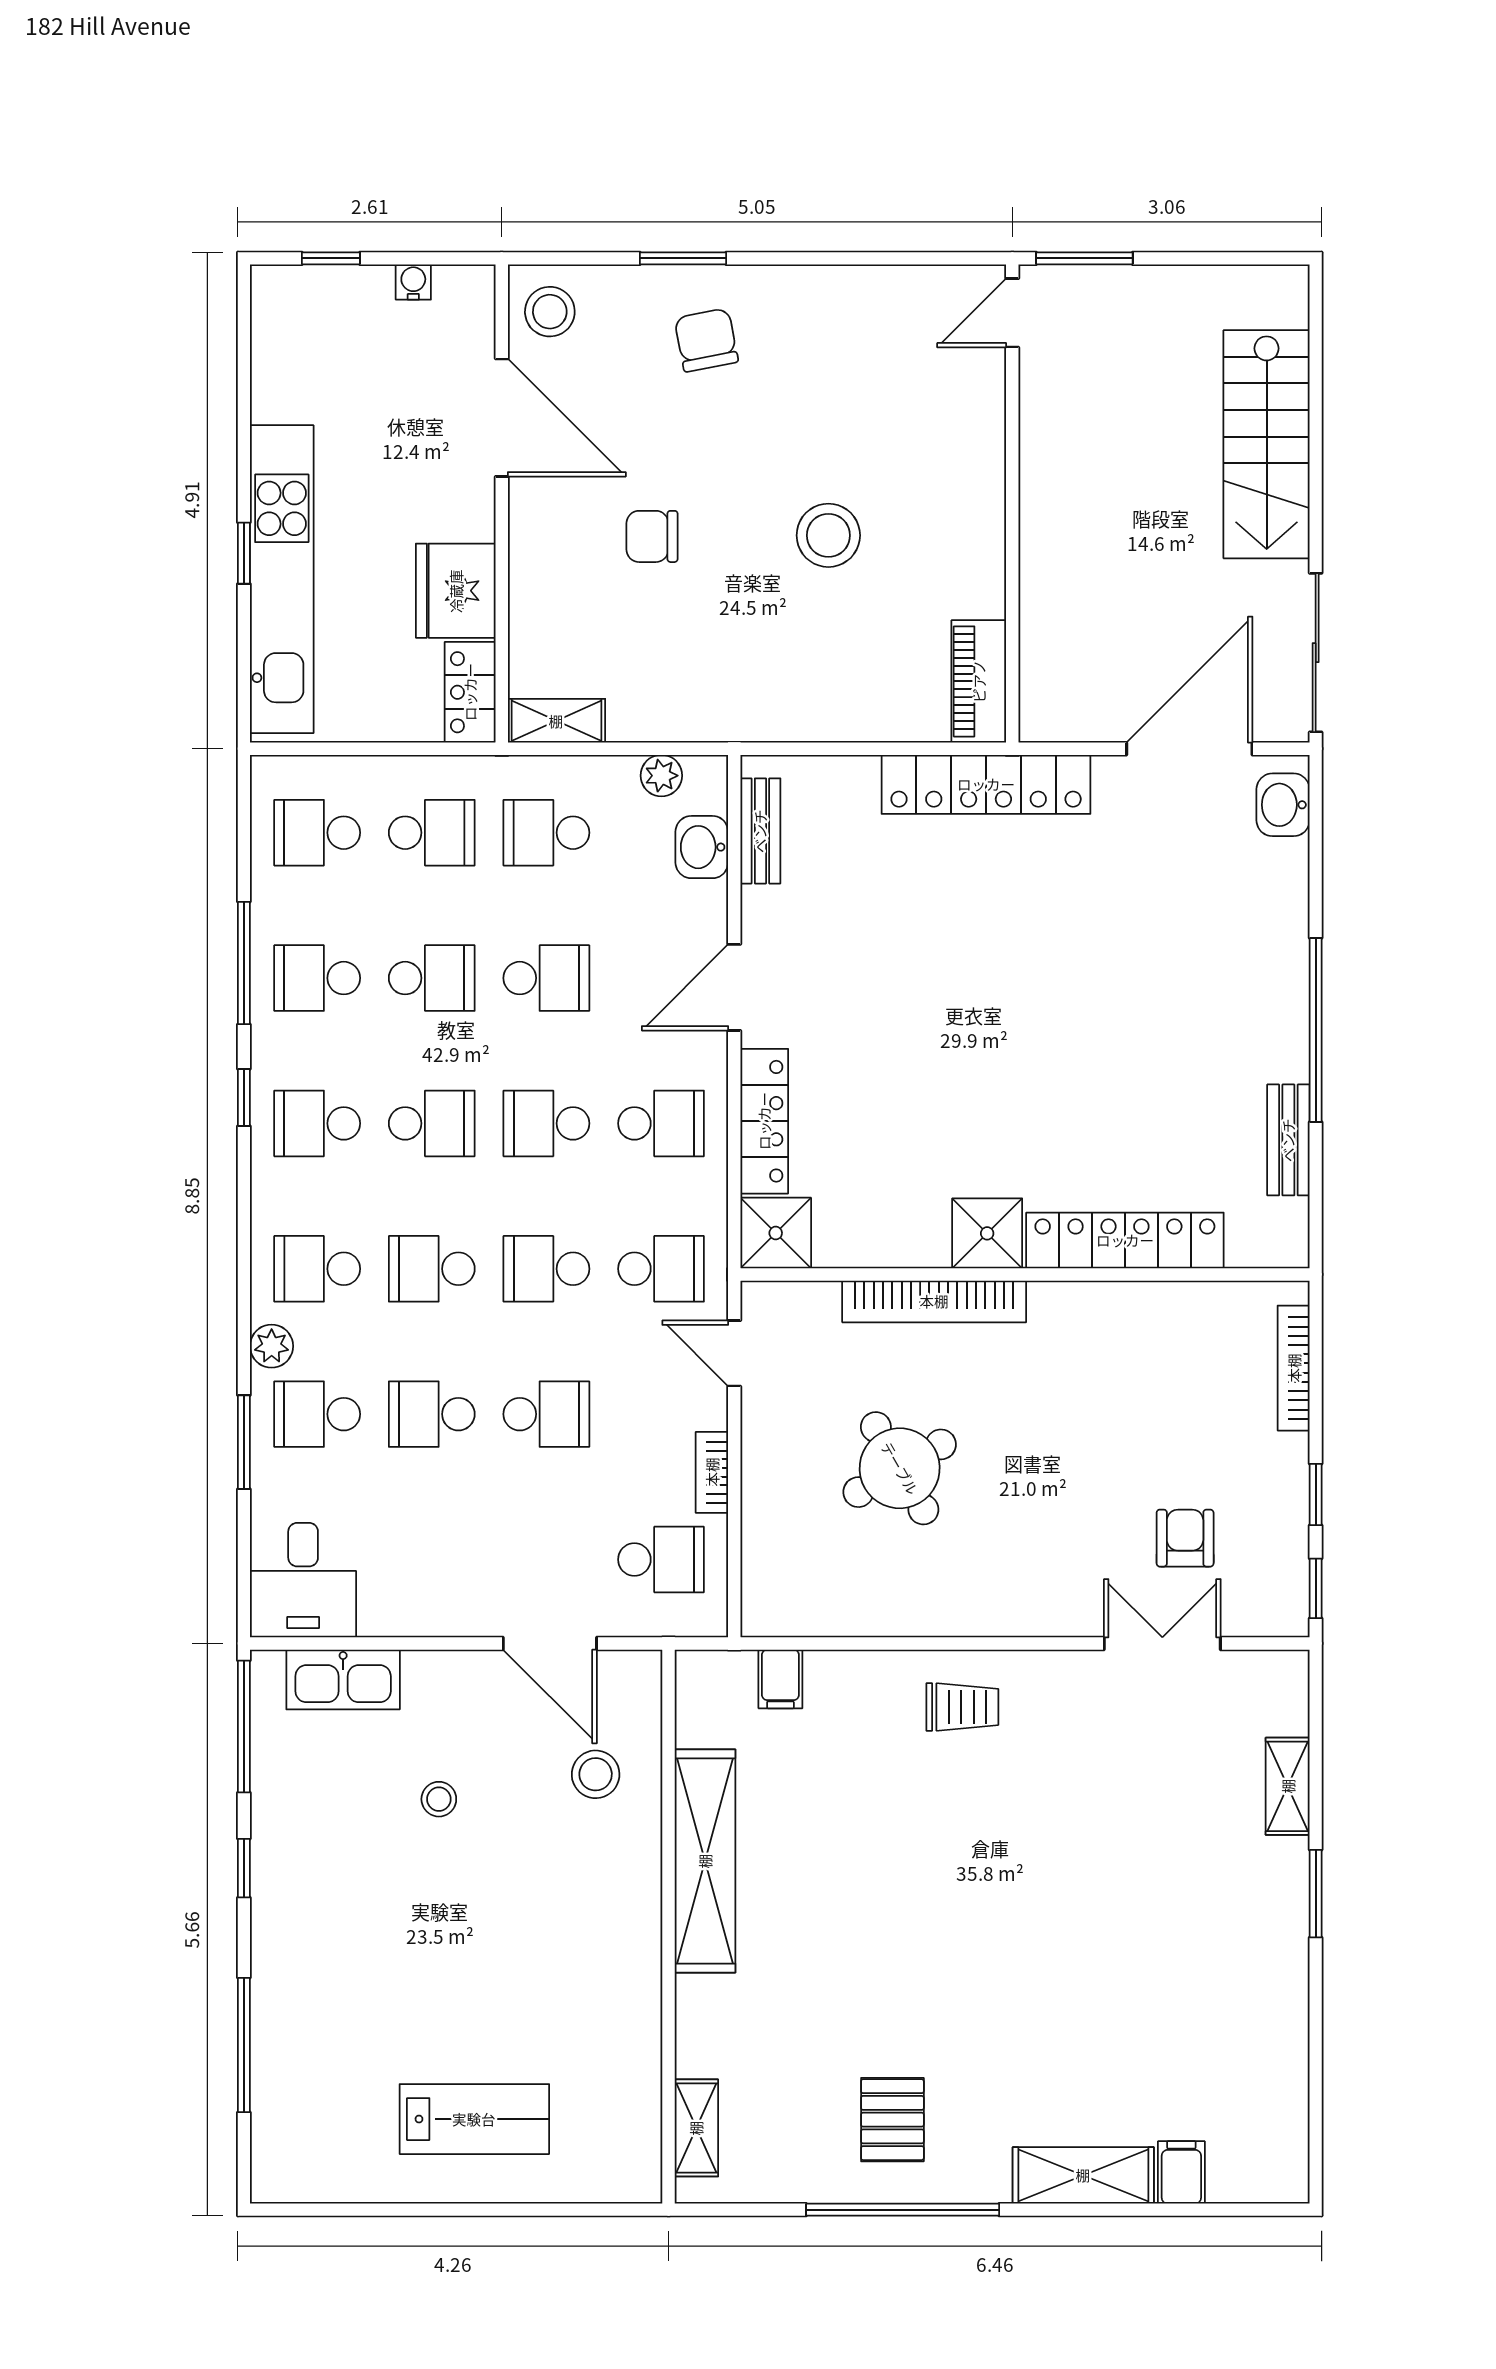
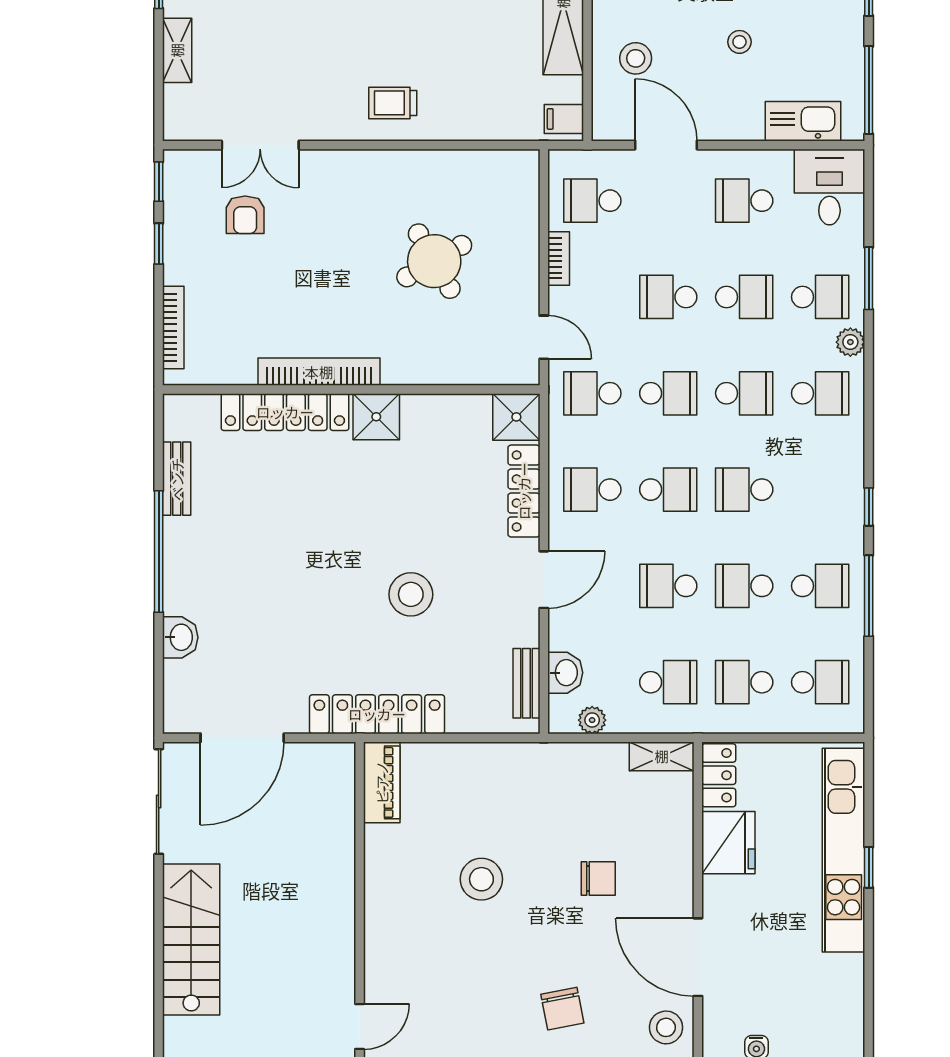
washbasin: (1283, 805) -> (180, 637), moved
stool: (935, 965) -> (411, 594), added
school desk: (317, 1123) -> (744, 201), moved, turned 180
bookcase: (934, 1301) -> (319, 372), moved
filing cabinet: (780, 1679) -> (564, 119), moved, turned -90

